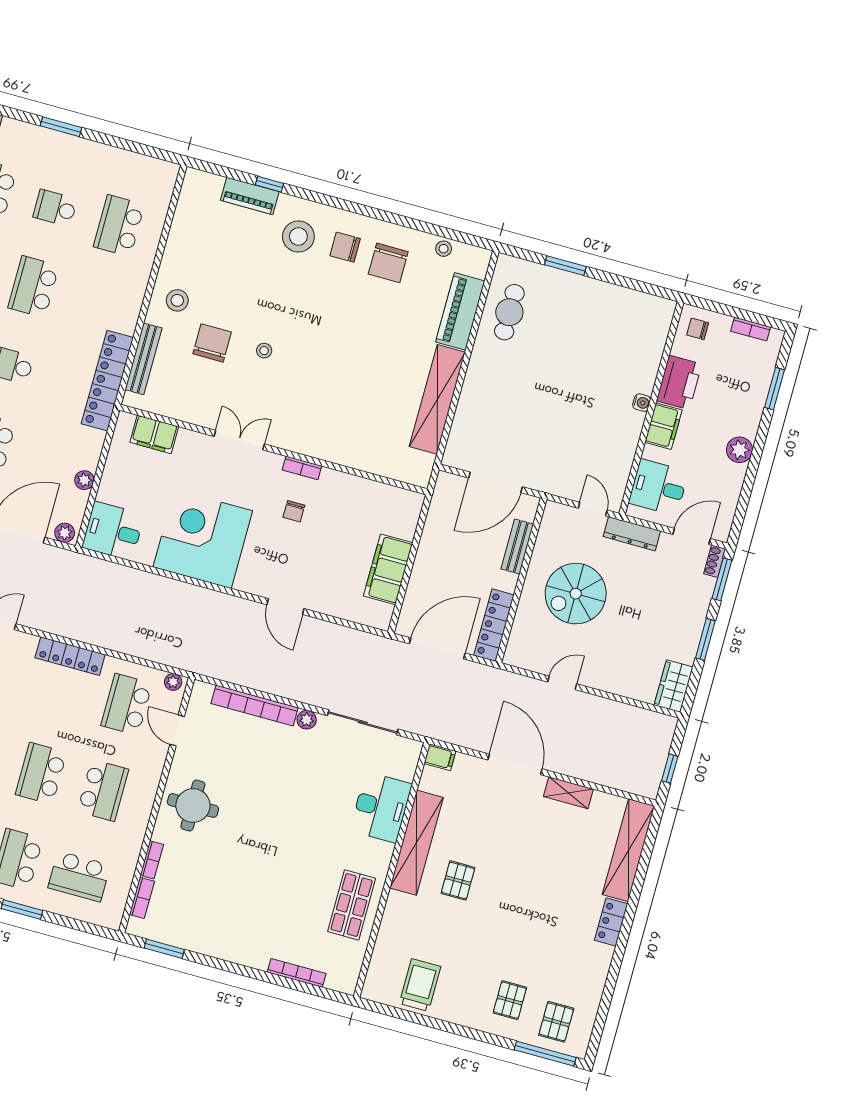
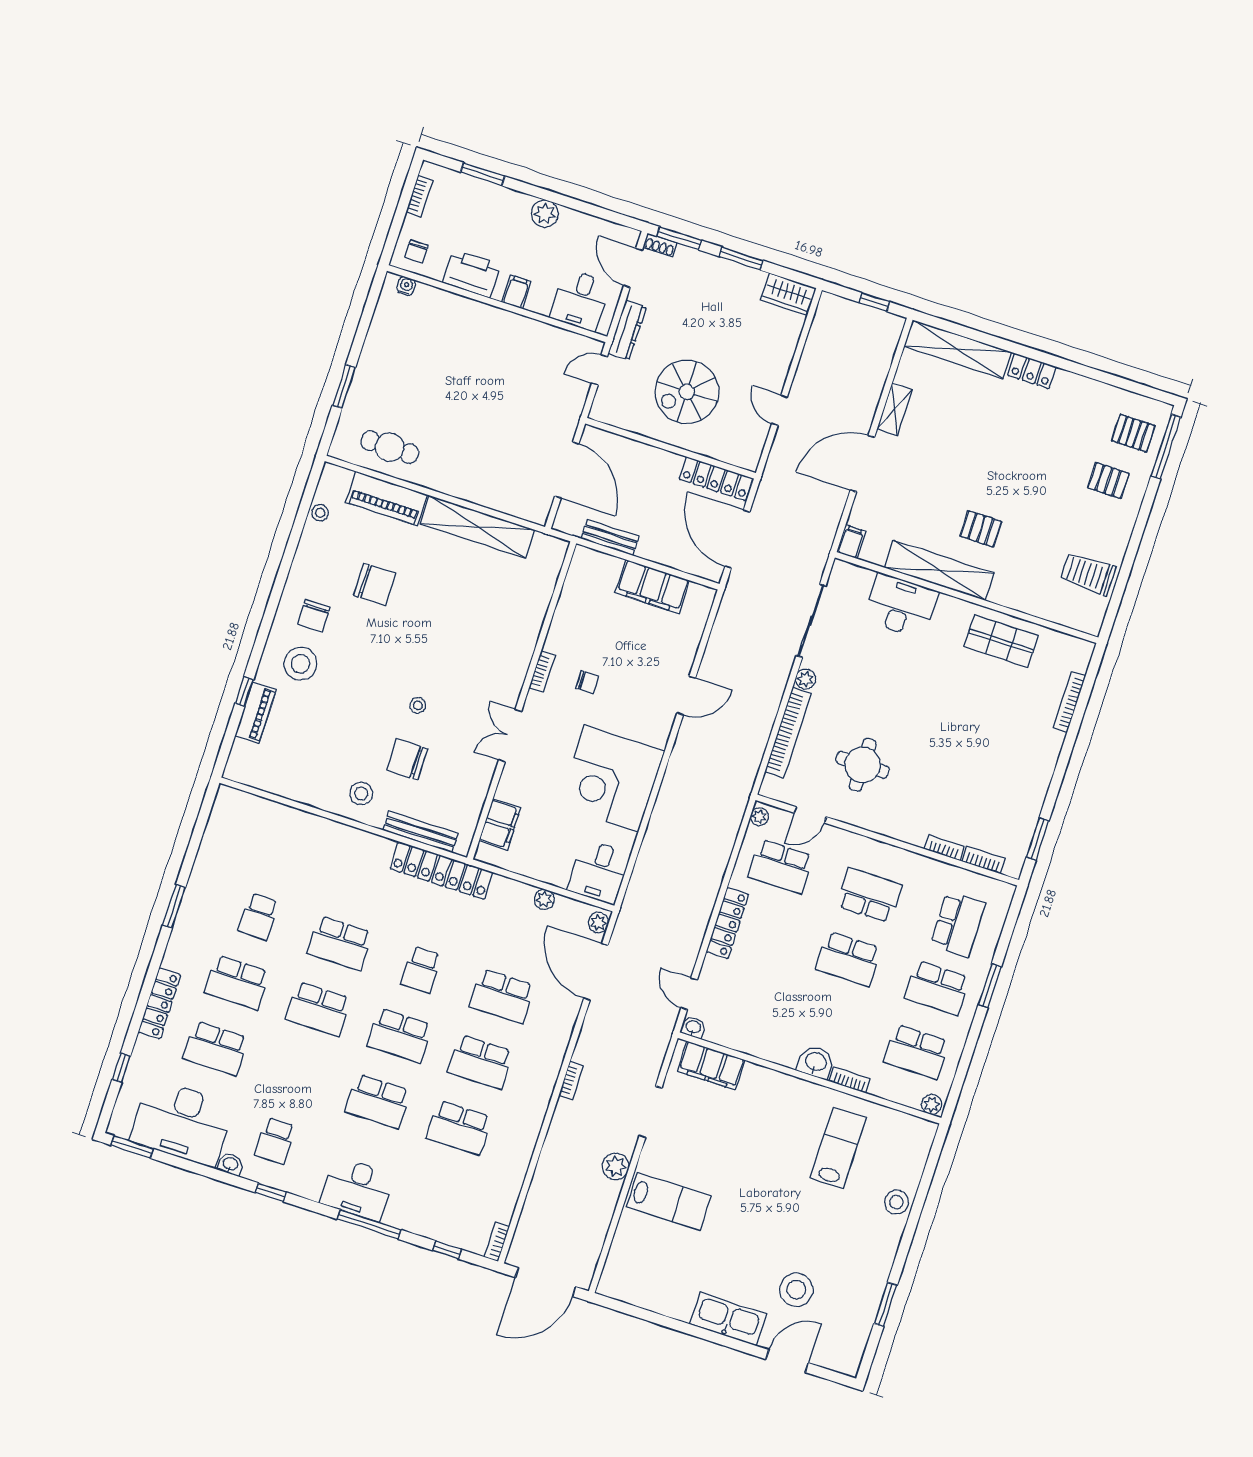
school desk: (119, 226) -> (280, 851), removed
chair: (388, 263) -> (375, 584), moved
water cooler: (642, 403) -> (406, 286), moved
filing cabinet: (663, 426) -> (516, 292), width x0.50
bench: (517, 547) -> (610, 537), moved
spiral stairs: (576, 594) -> (687, 392), turned 90
round table: (193, 806) -> (863, 765), moved

